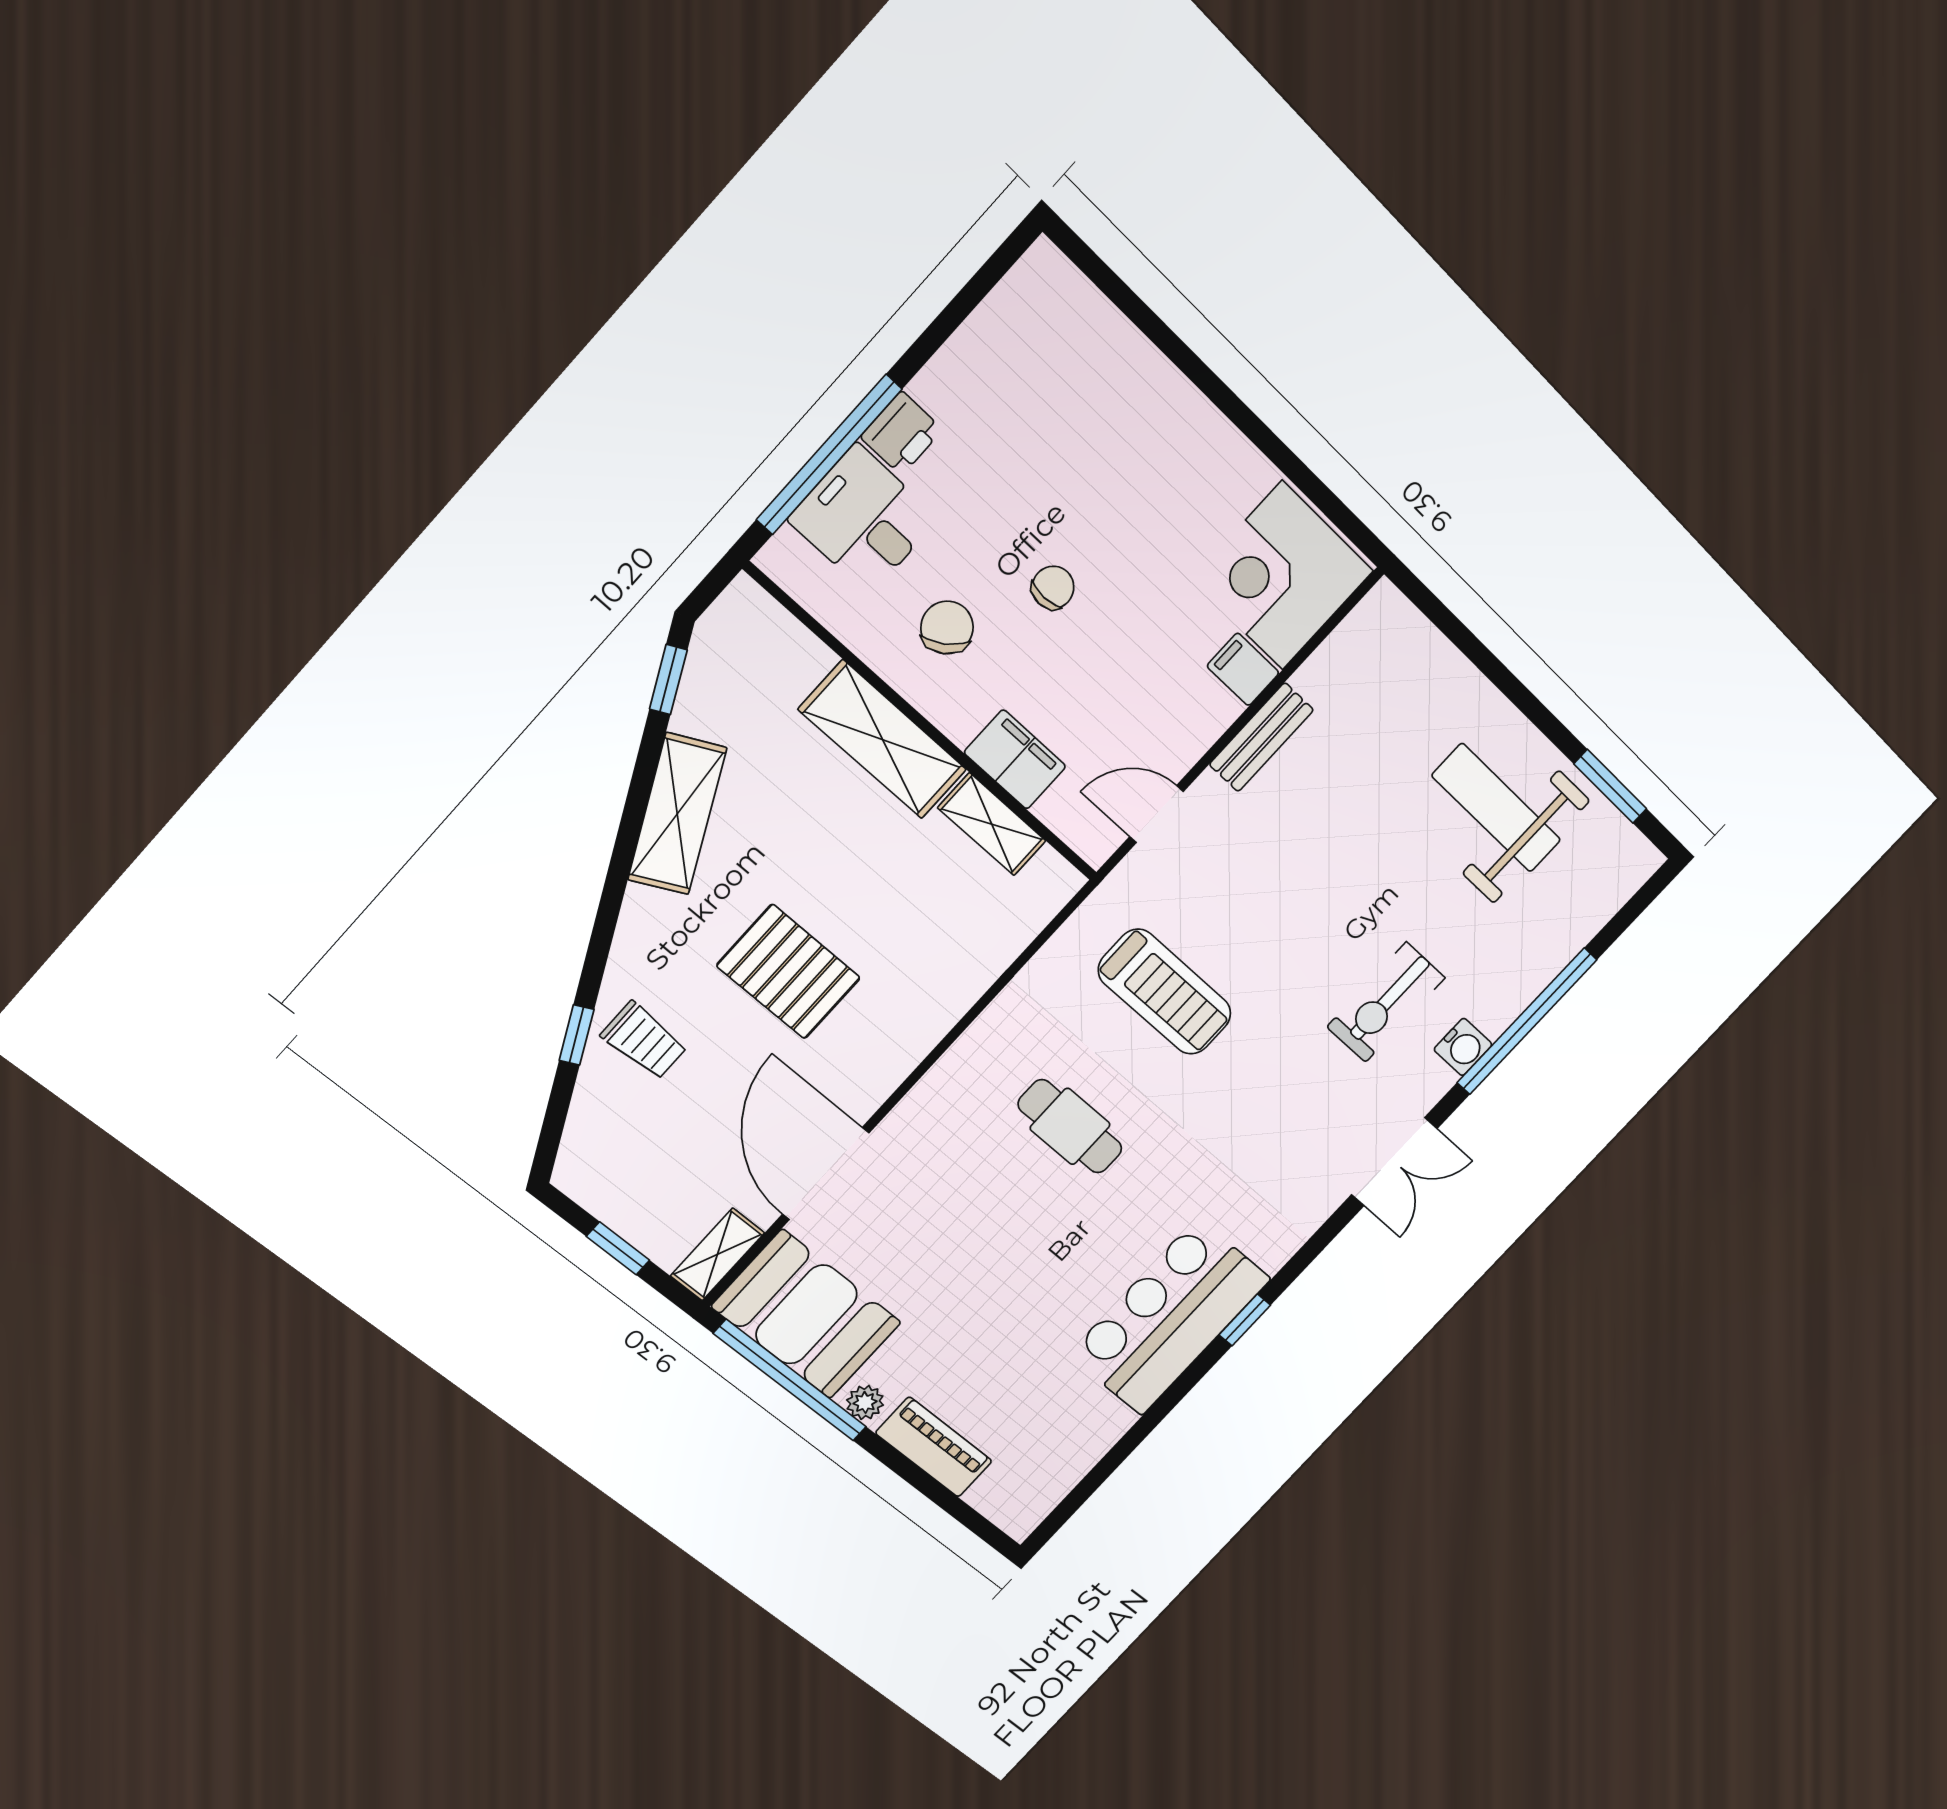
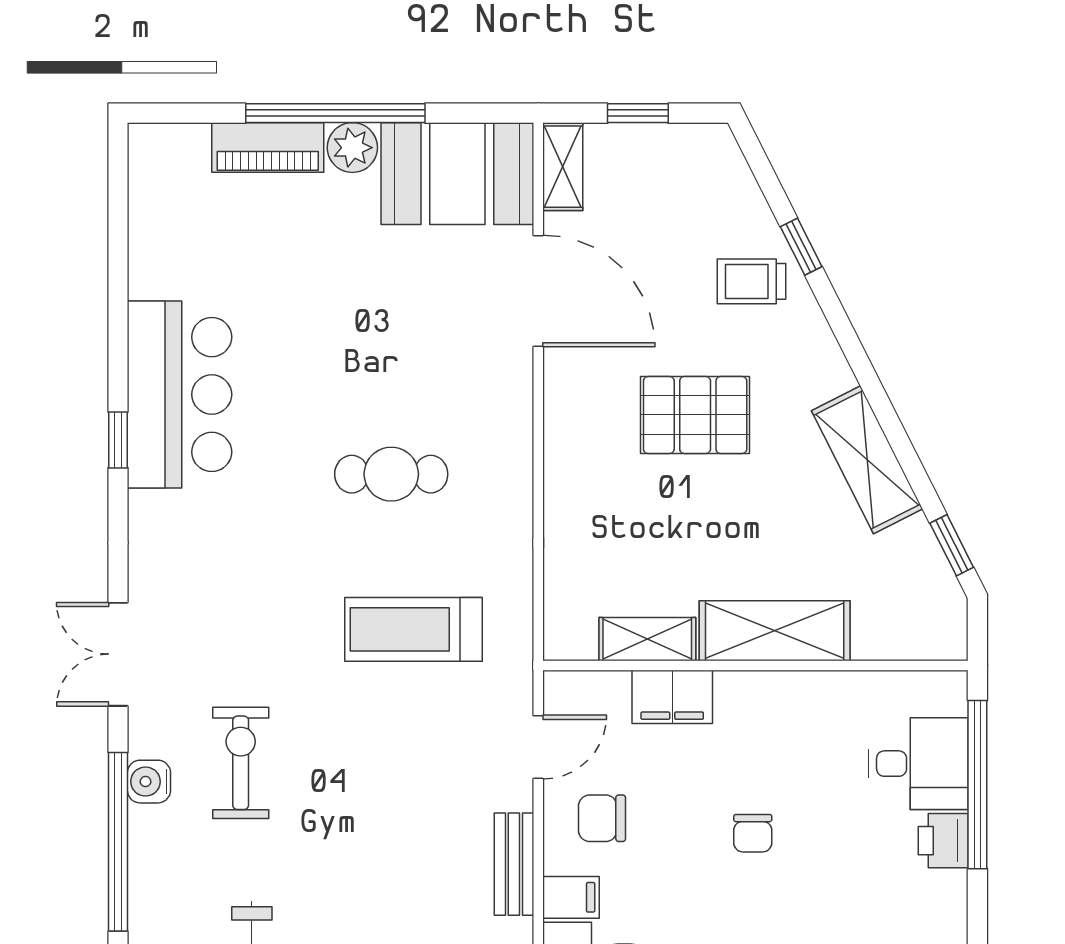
chair: (947, 628) -> (602, 818), moved, turned 125
window: (790, 1381) -> (335, 113), moved
plant: (865, 1402) -> (352, 148), width x1.38, depth x1.38

